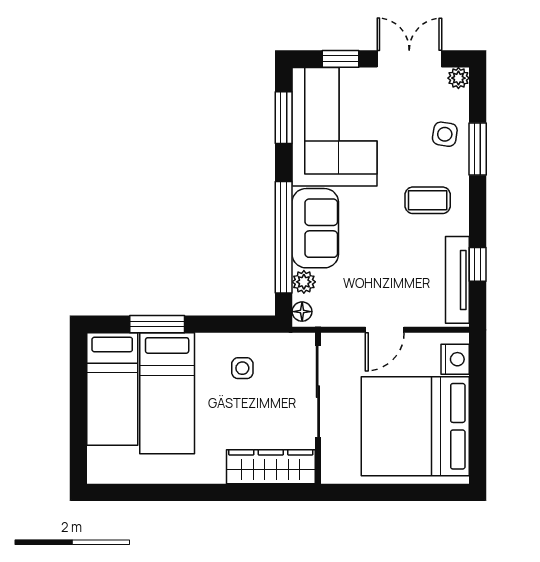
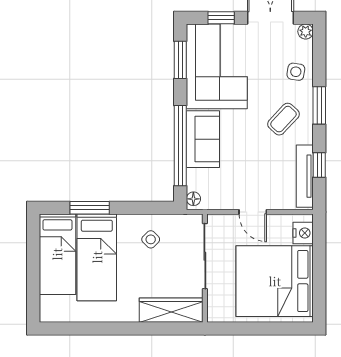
window: (478, 149) -> (319, 105), moved
coffee table: (428, 200) -> (283, 119), turned -47
plant: (304, 282) -> (195, 178), removed
door: (385, 330) -> (253, 212), hinge flipped
side table: (242, 368) -> (151, 239), turned 45

